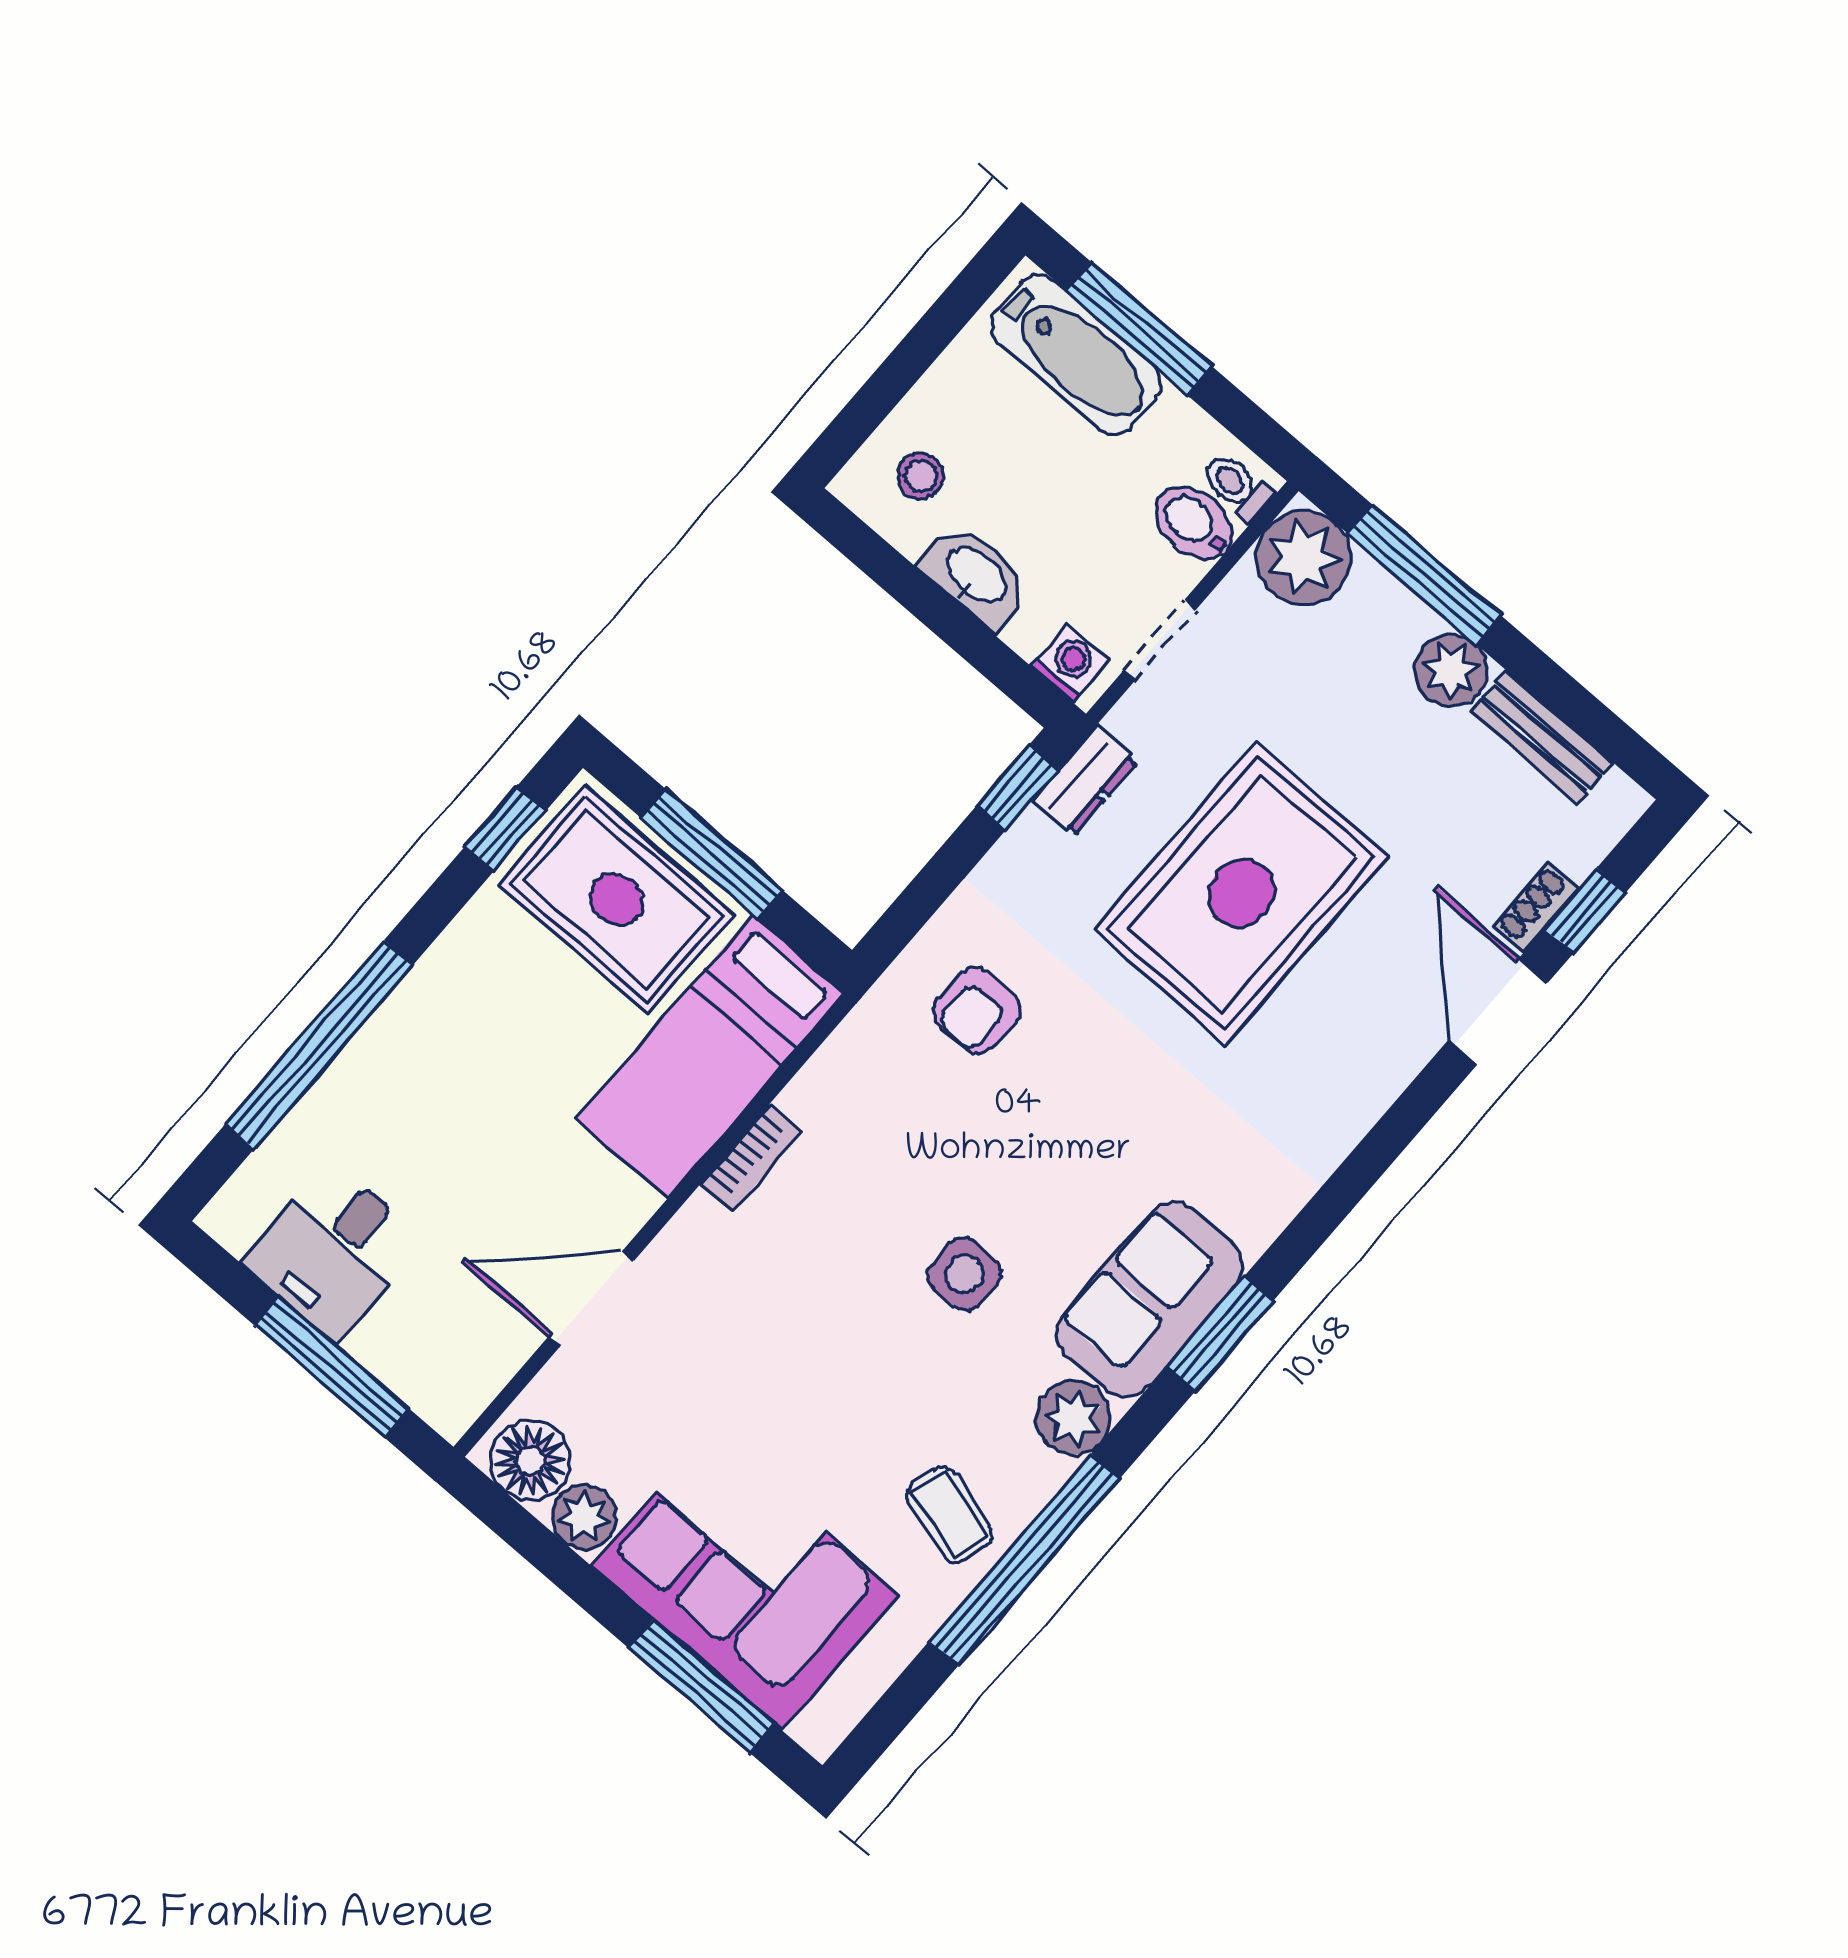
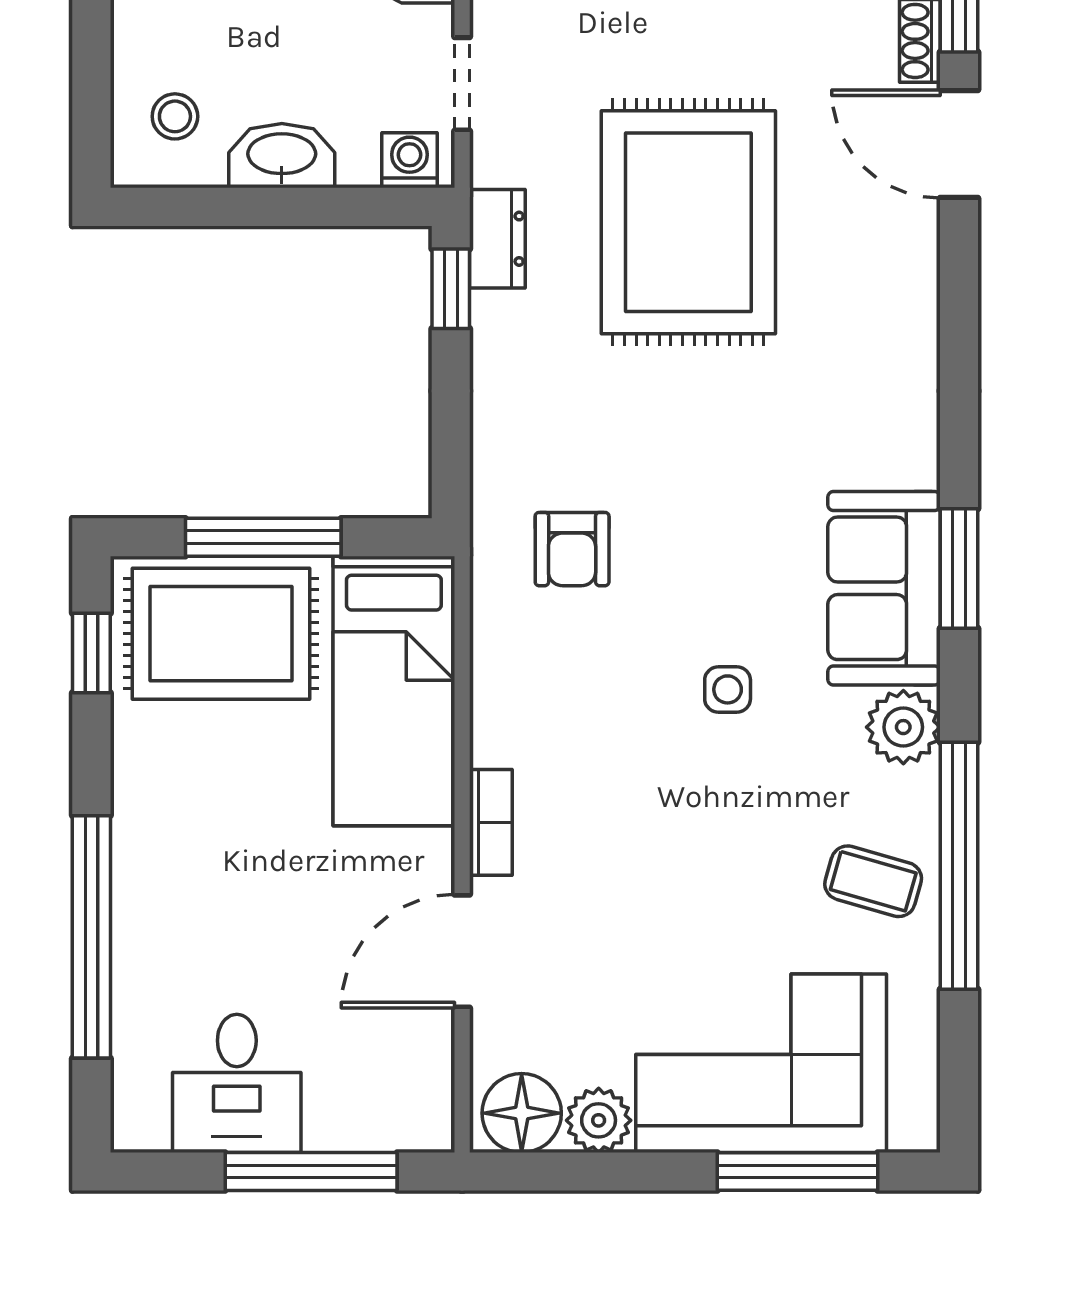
armchair: (977, 1010) -> (572, 549), moved
bookcase: (751, 1157) -> (491, 822), moved
side table: (965, 1274) -> (728, 689), width x0.73, depth x0.73

